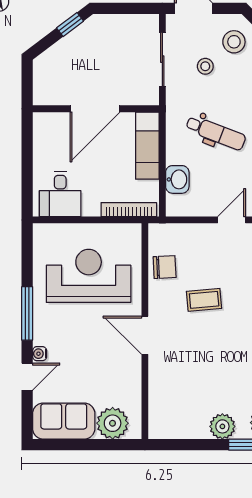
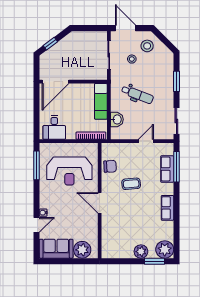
window: (70, 25) -> (50, 44), moved
door: (95, 109) -> (55, 82), moved
reception desk: (89, 276) -> (69, 171), turned 180
window: (27, 313) -> (37, 165), moved

